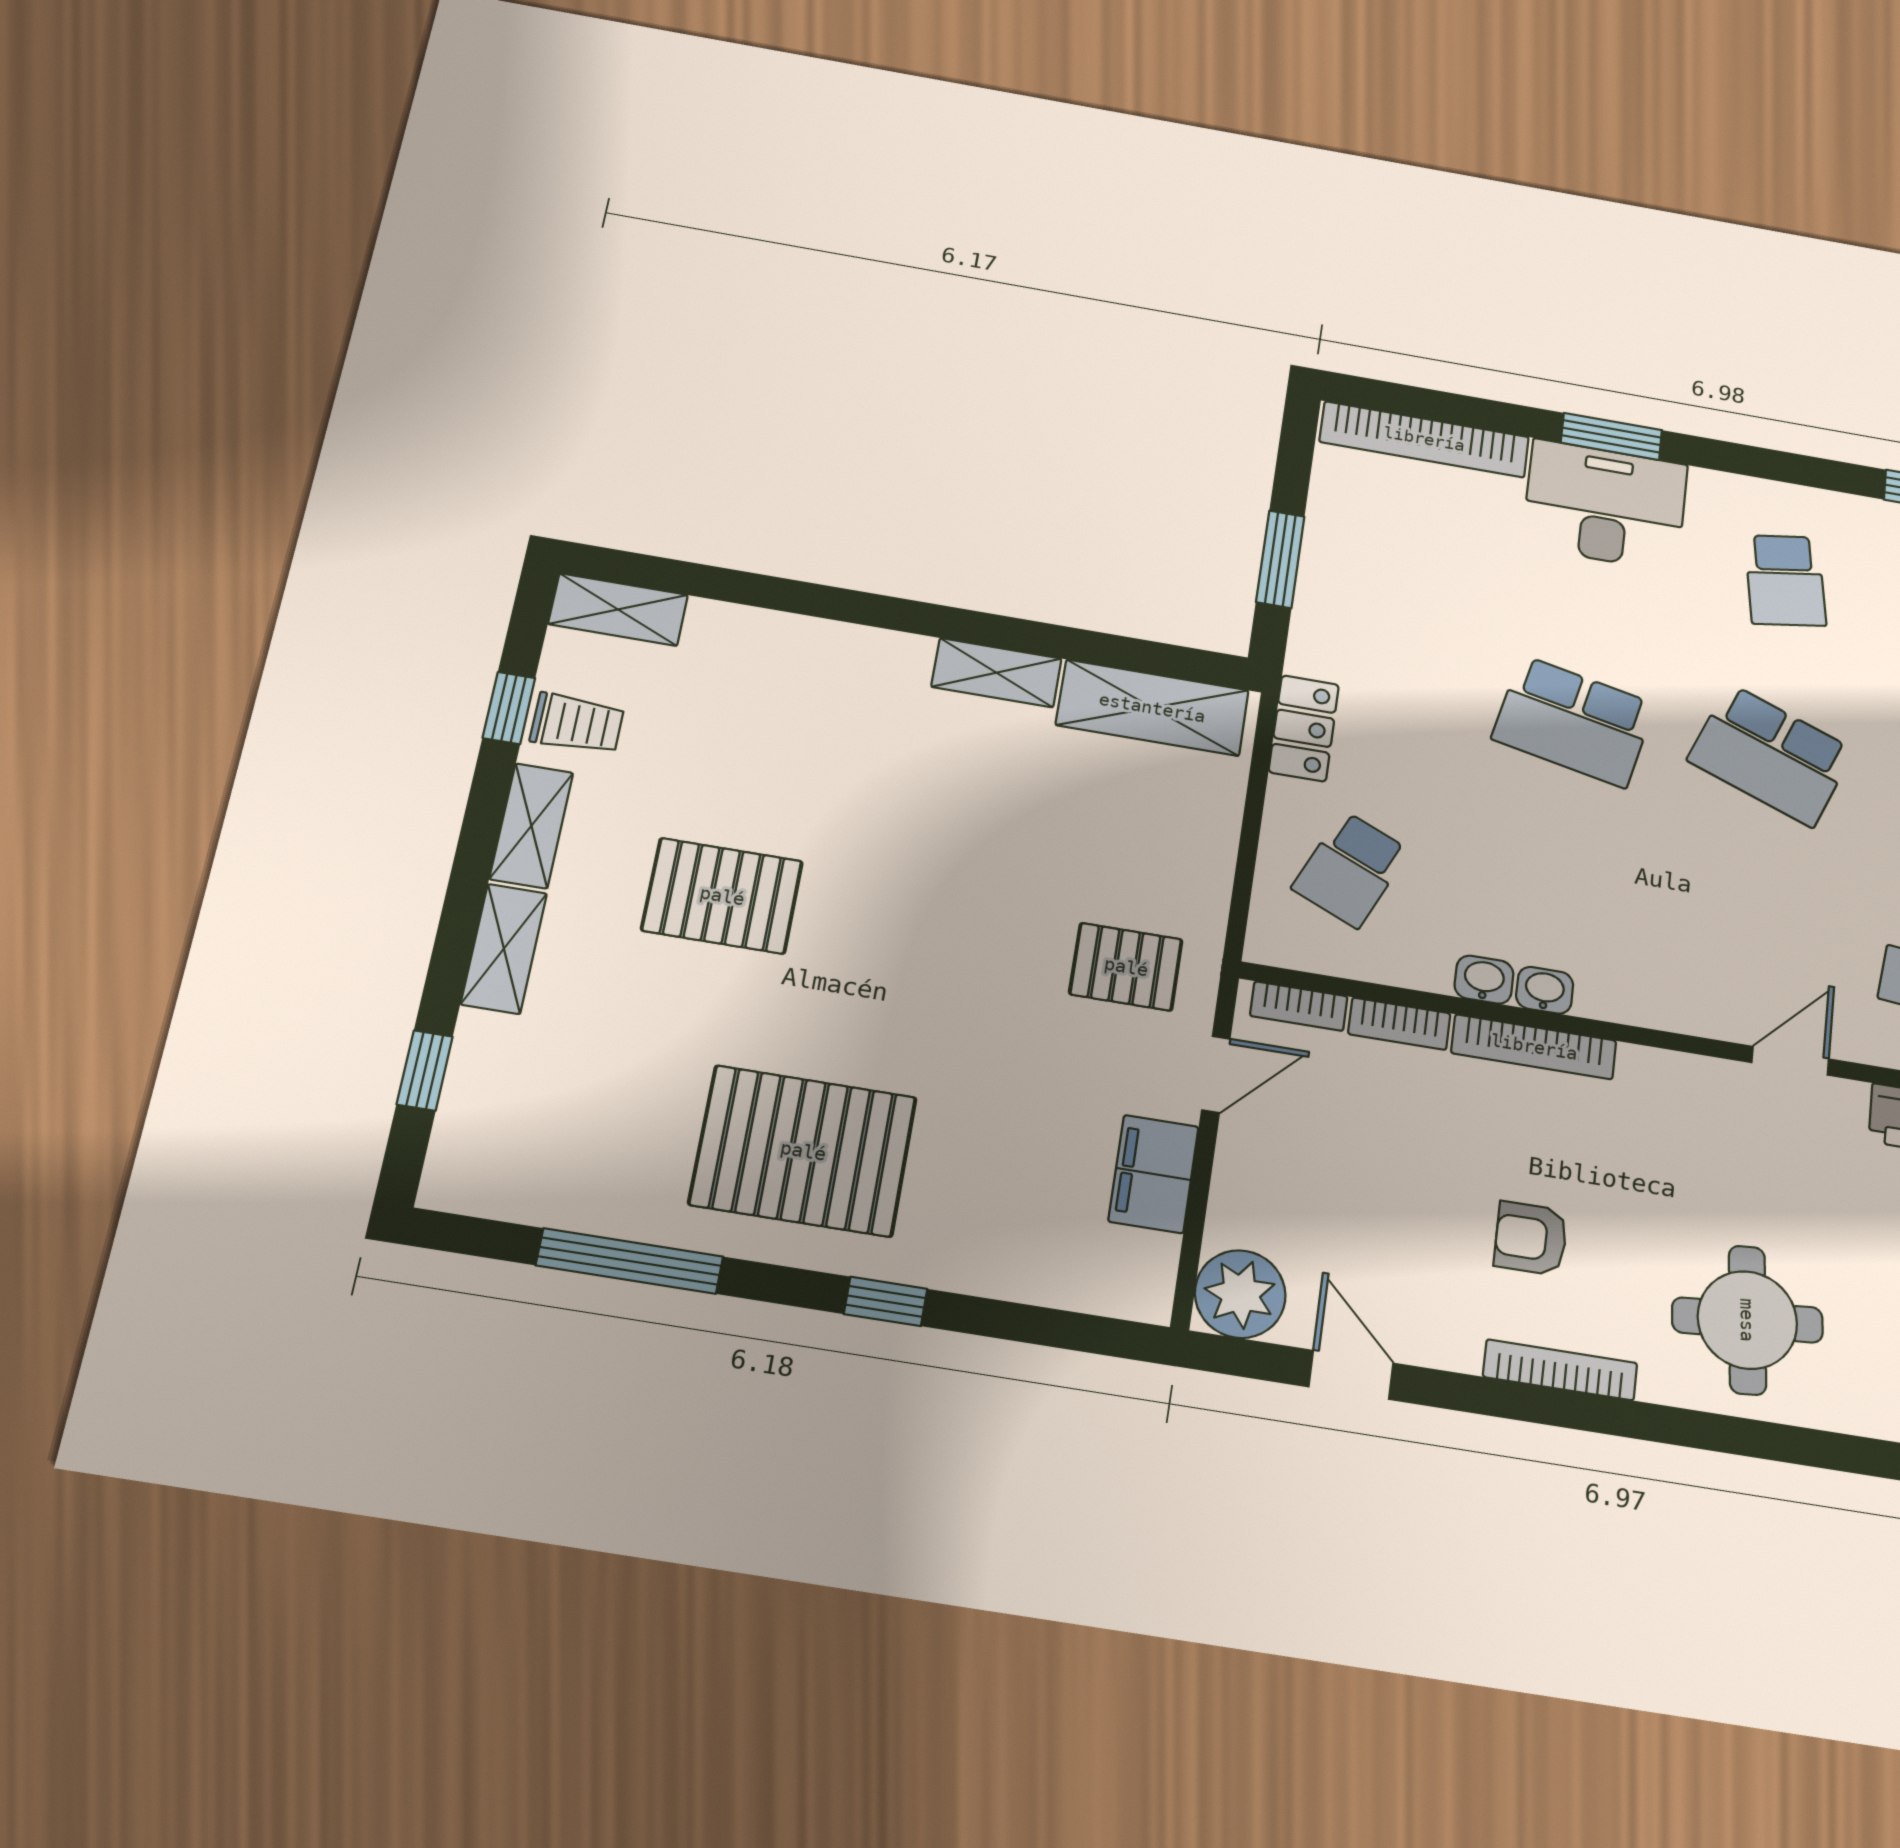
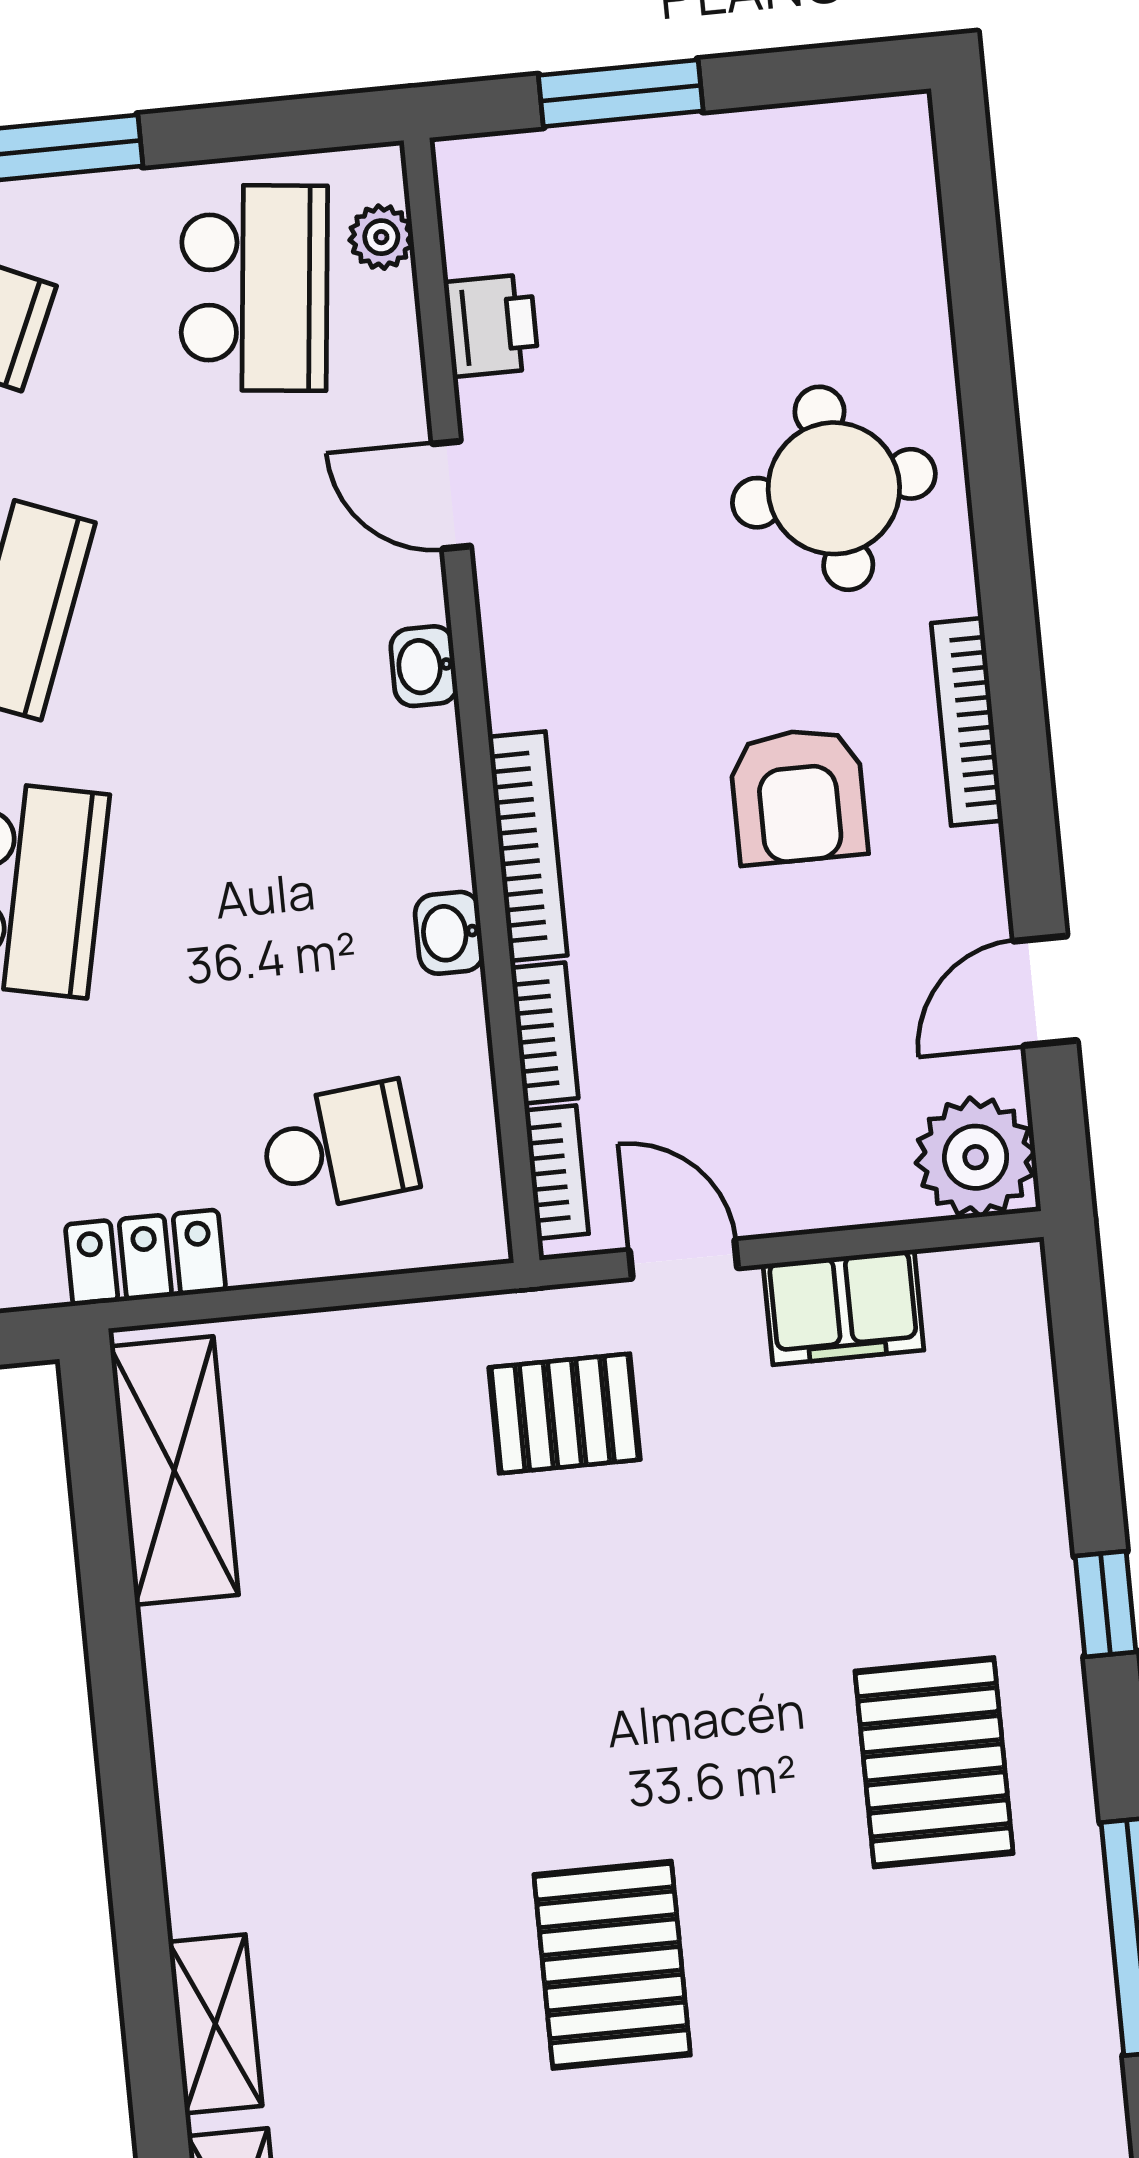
shelving: (996, 673) -> (215, 2024), moved
school desk: (1351, 869) -> (338, 1147), turned -30
pallet: (1126, 967) -> (565, 1414), turned 90
washbasin: (1545, 990) -> (424, 666), moved
pallet: (803, 1151) -> (934, 1762), width x0.73, depth x0.71
armchair: (1531, 1238) -> (798, 796), width x1.38, depth x1.38

